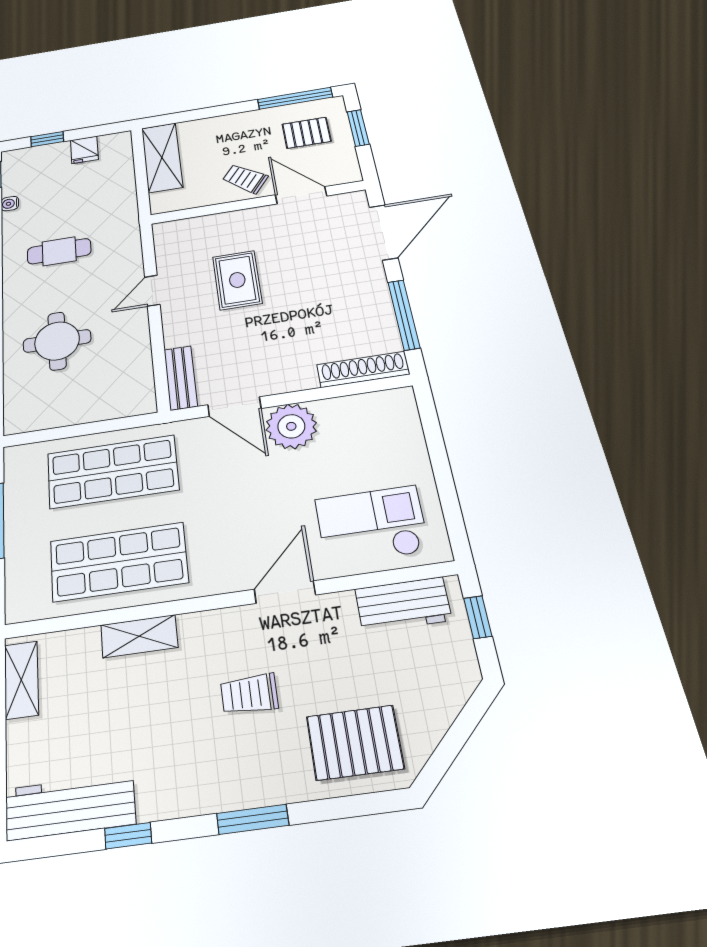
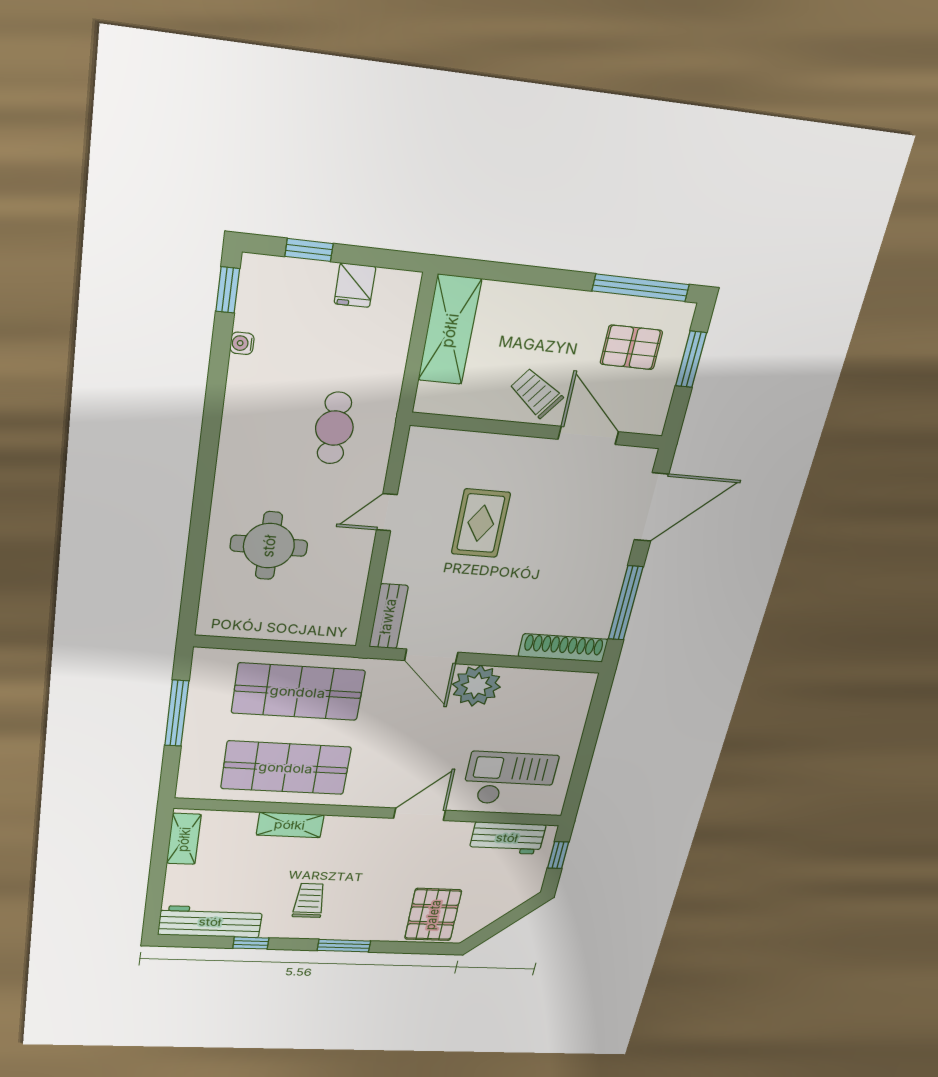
cafe table: (59, 251) -> (334, 428), moved, turned 90
trolley: (249, 694) -> (309, 901), moved, turned 90
pallet: (355, 742) -> (433, 915), turned 90

